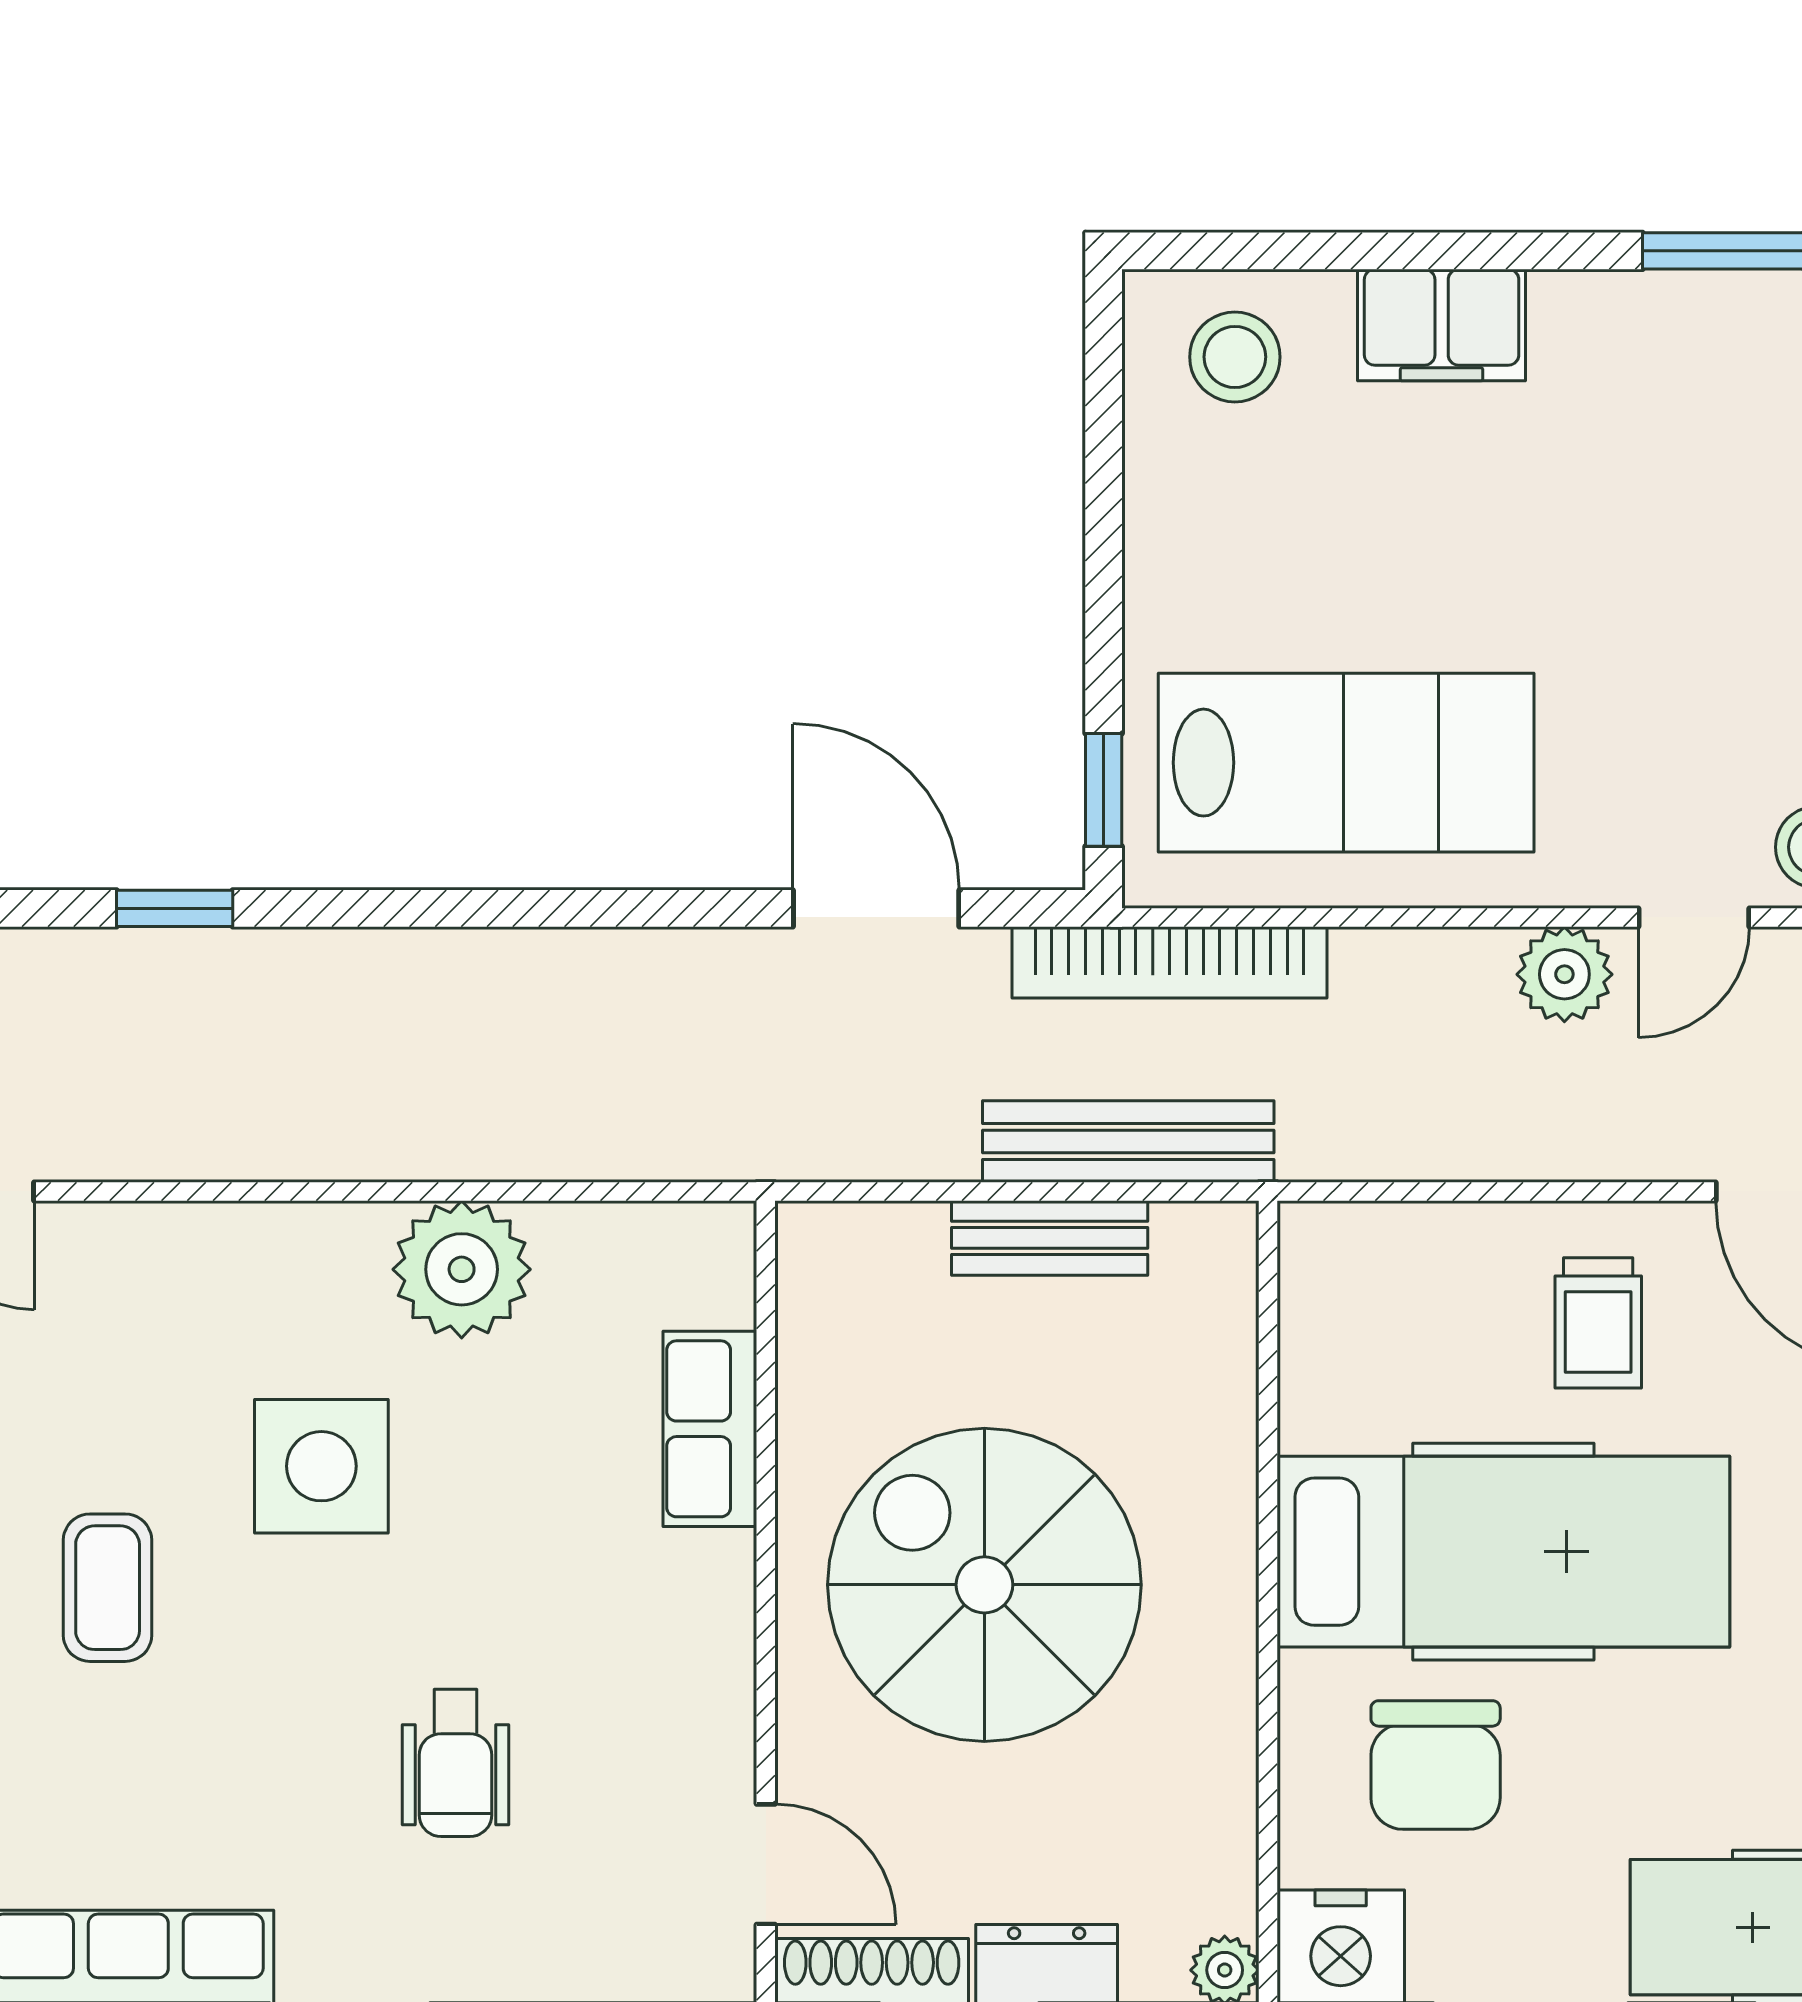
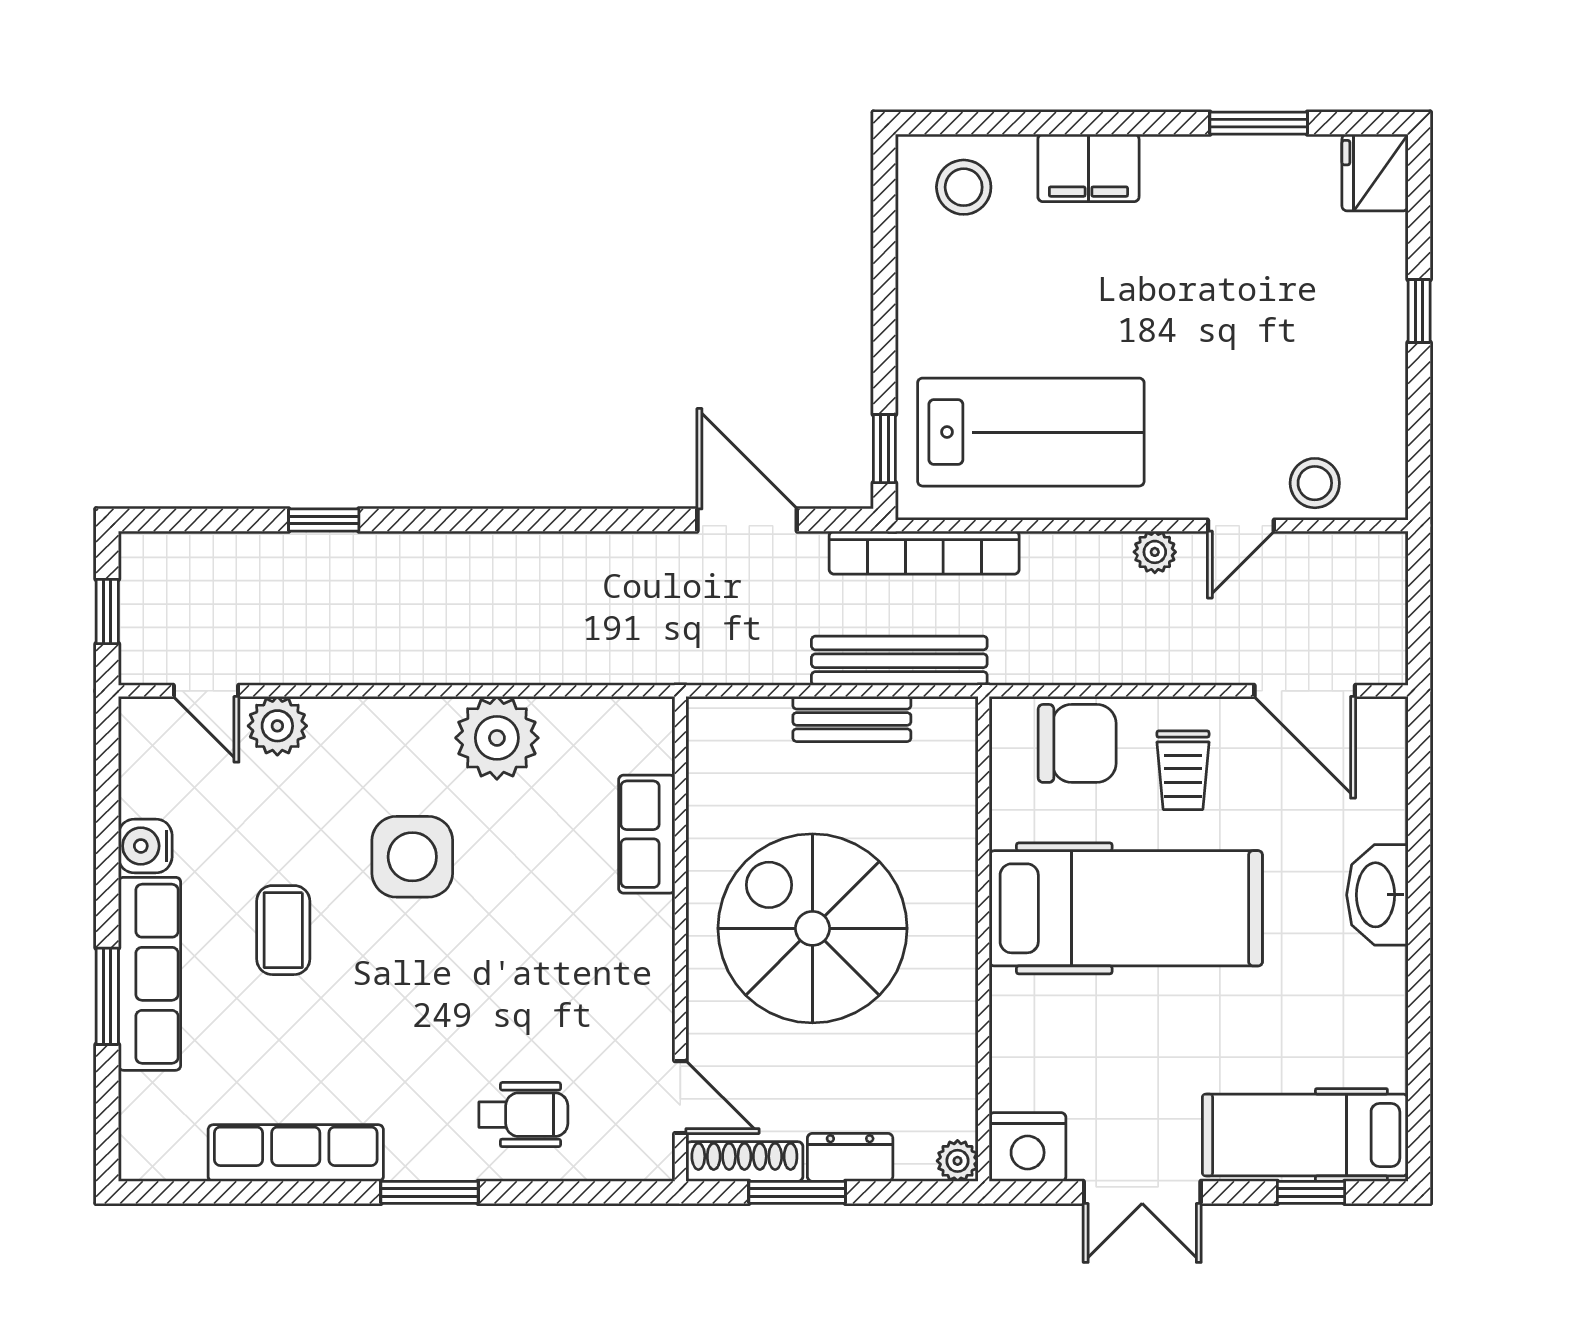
plant: (1564, 974) -> (1155, 552), width x0.73, depth x0.73
plant: (98, 1249) -> (277, 726), added
wheelchair: (455, 1763) -> (523, 1115), moved, turned -90
chair: (1436, 1765) -> (1077, 743), moved, turned -90

